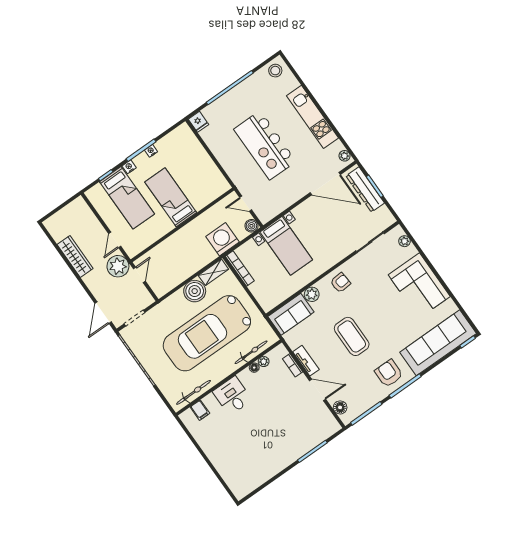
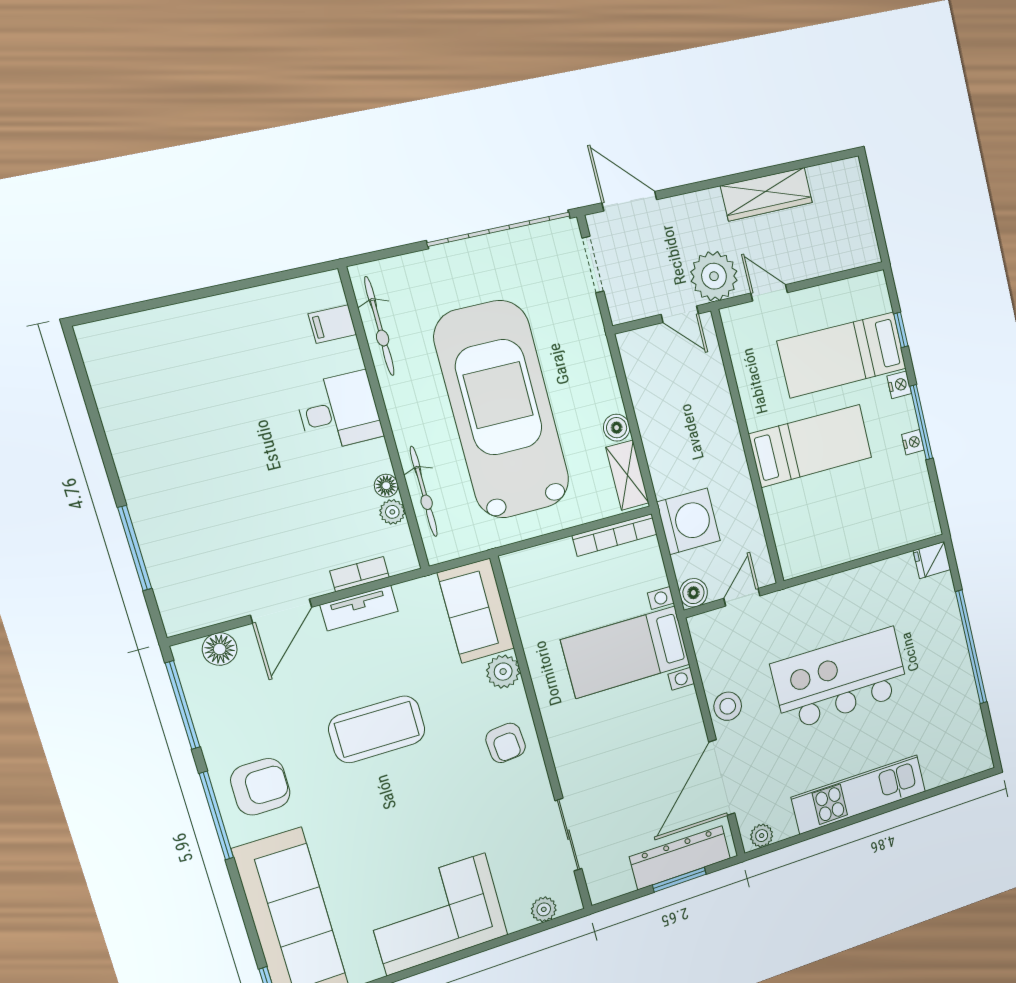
stool: (275, 71) -> (728, 706), moved
boiler: (195, 291) -> (617, 428), width x0.54, depth x0.54

